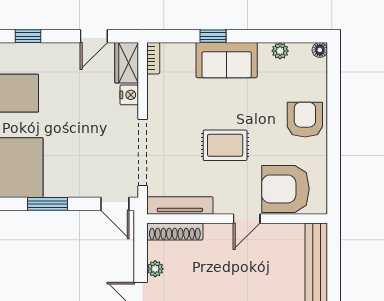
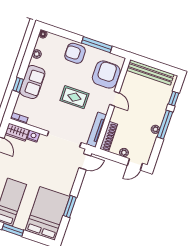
rug: (225, 145) -> (74, 97), turned 90
window: (334, 154) -> (97, 45), added
armchair: (285, 189) -> (106, 75), turned 180
window: (47, 204) -> (70, 206), moved

